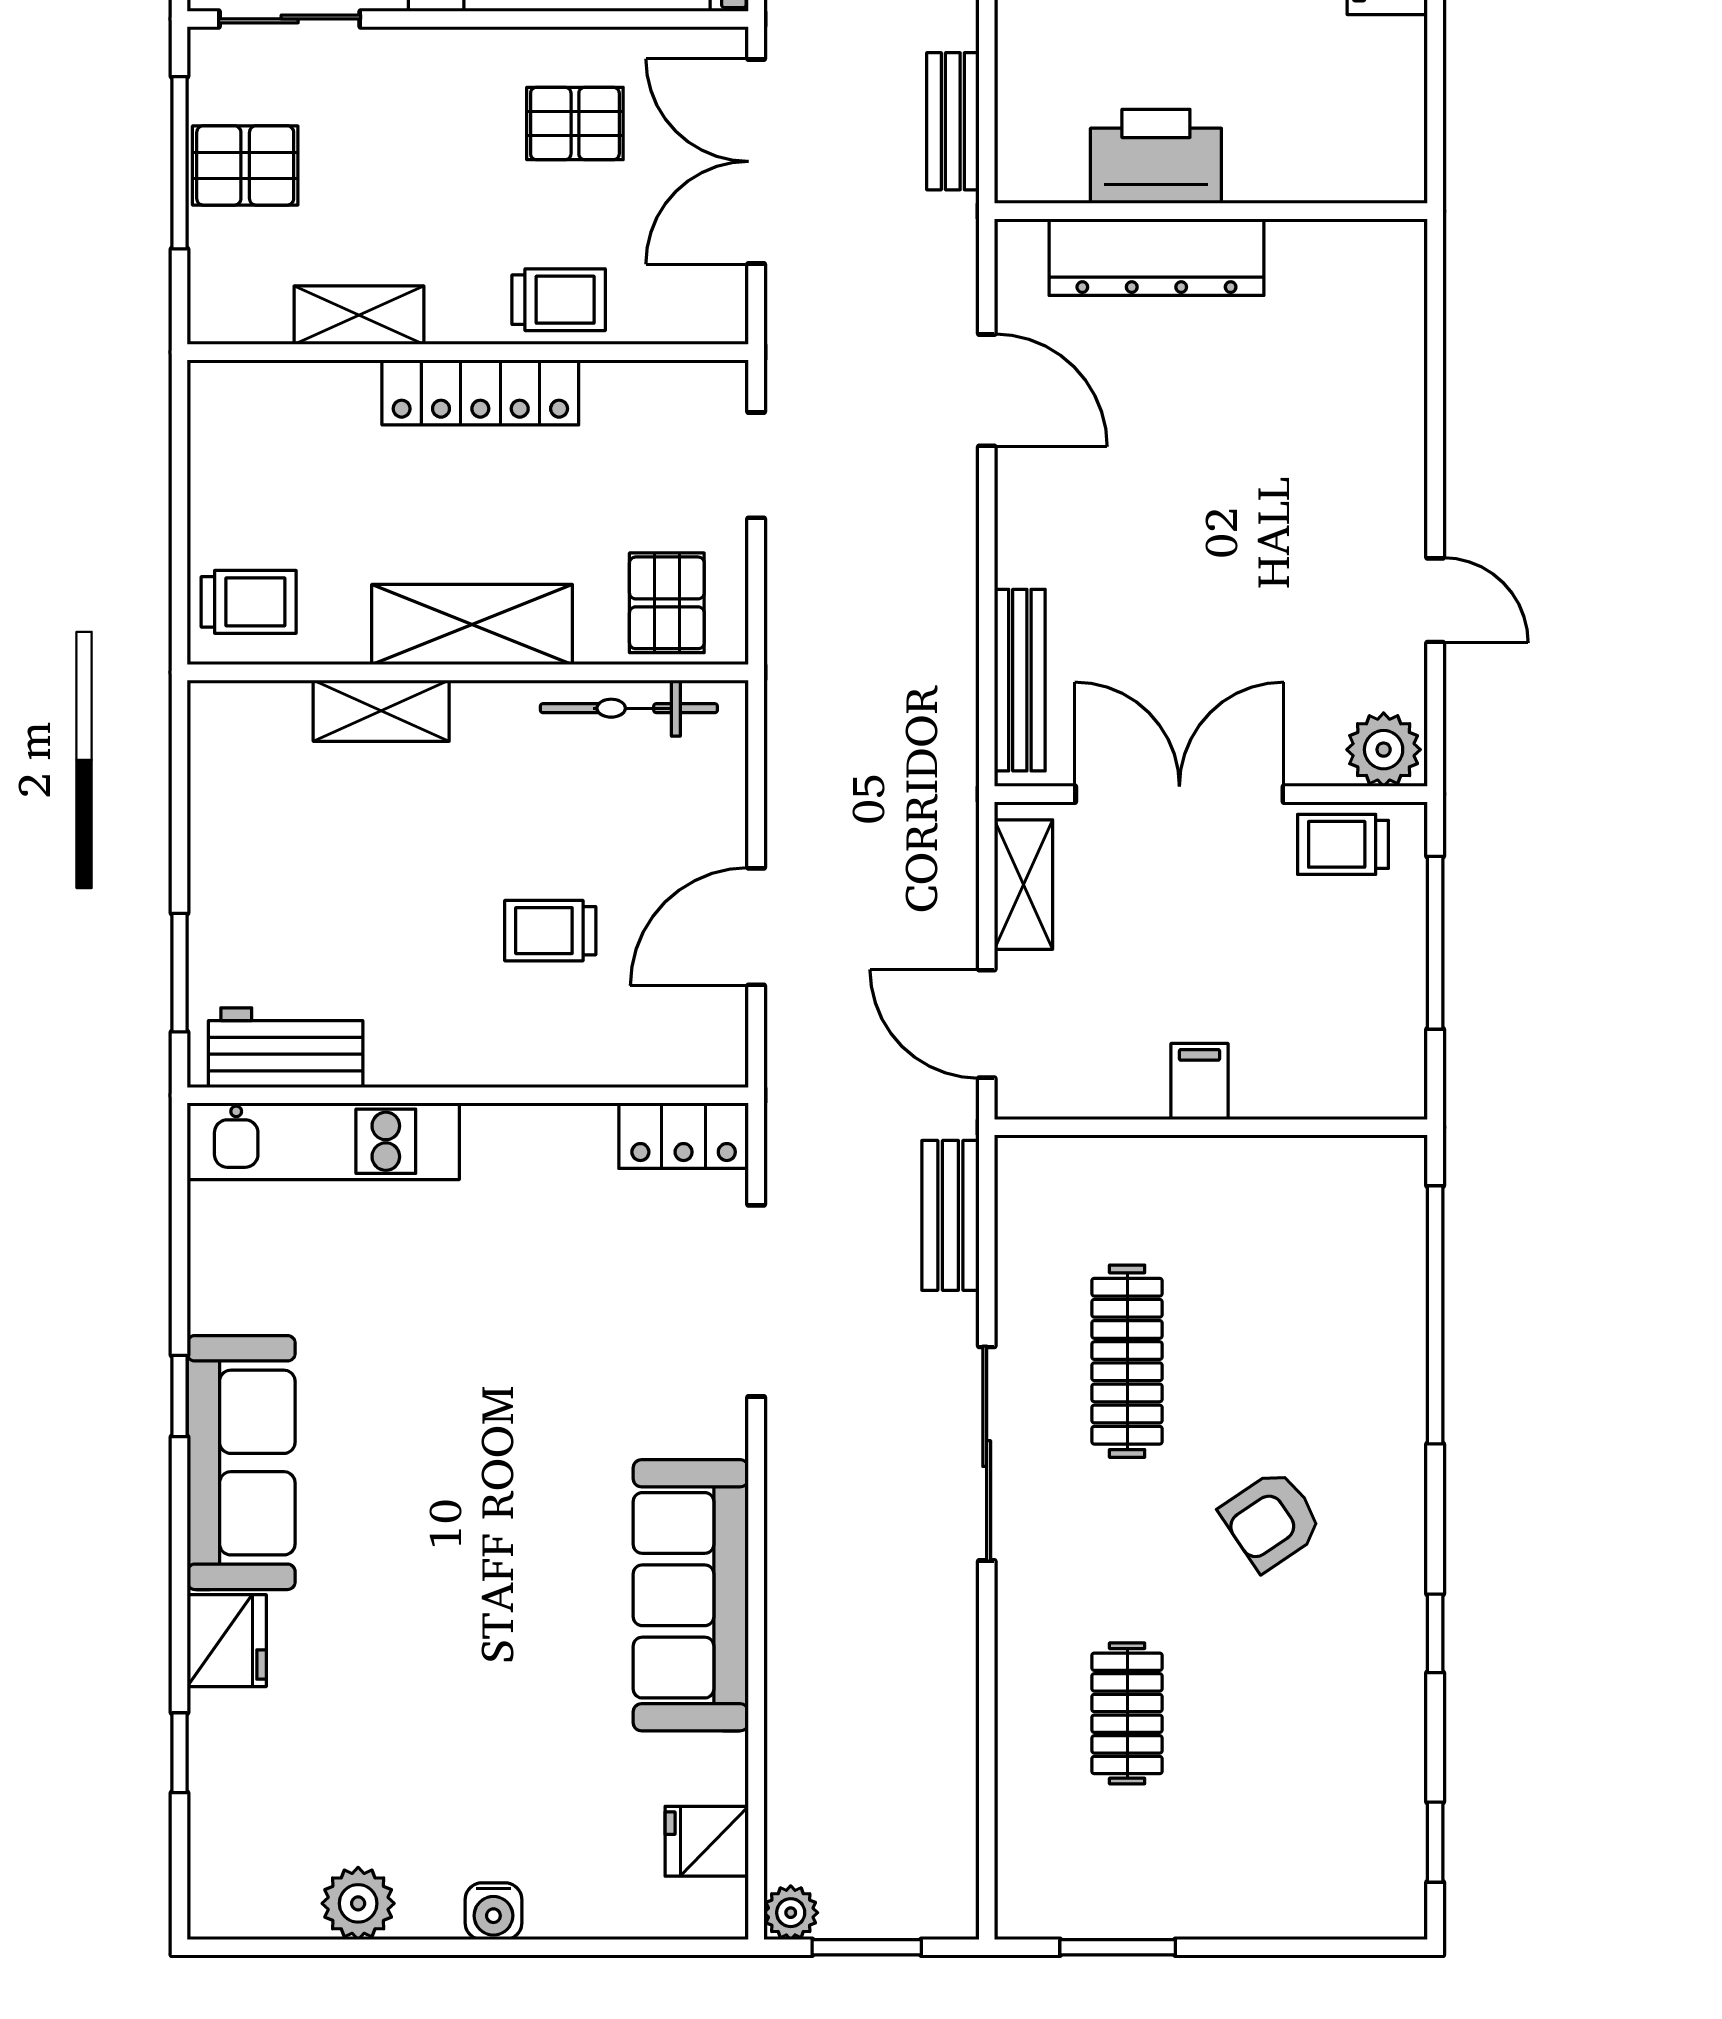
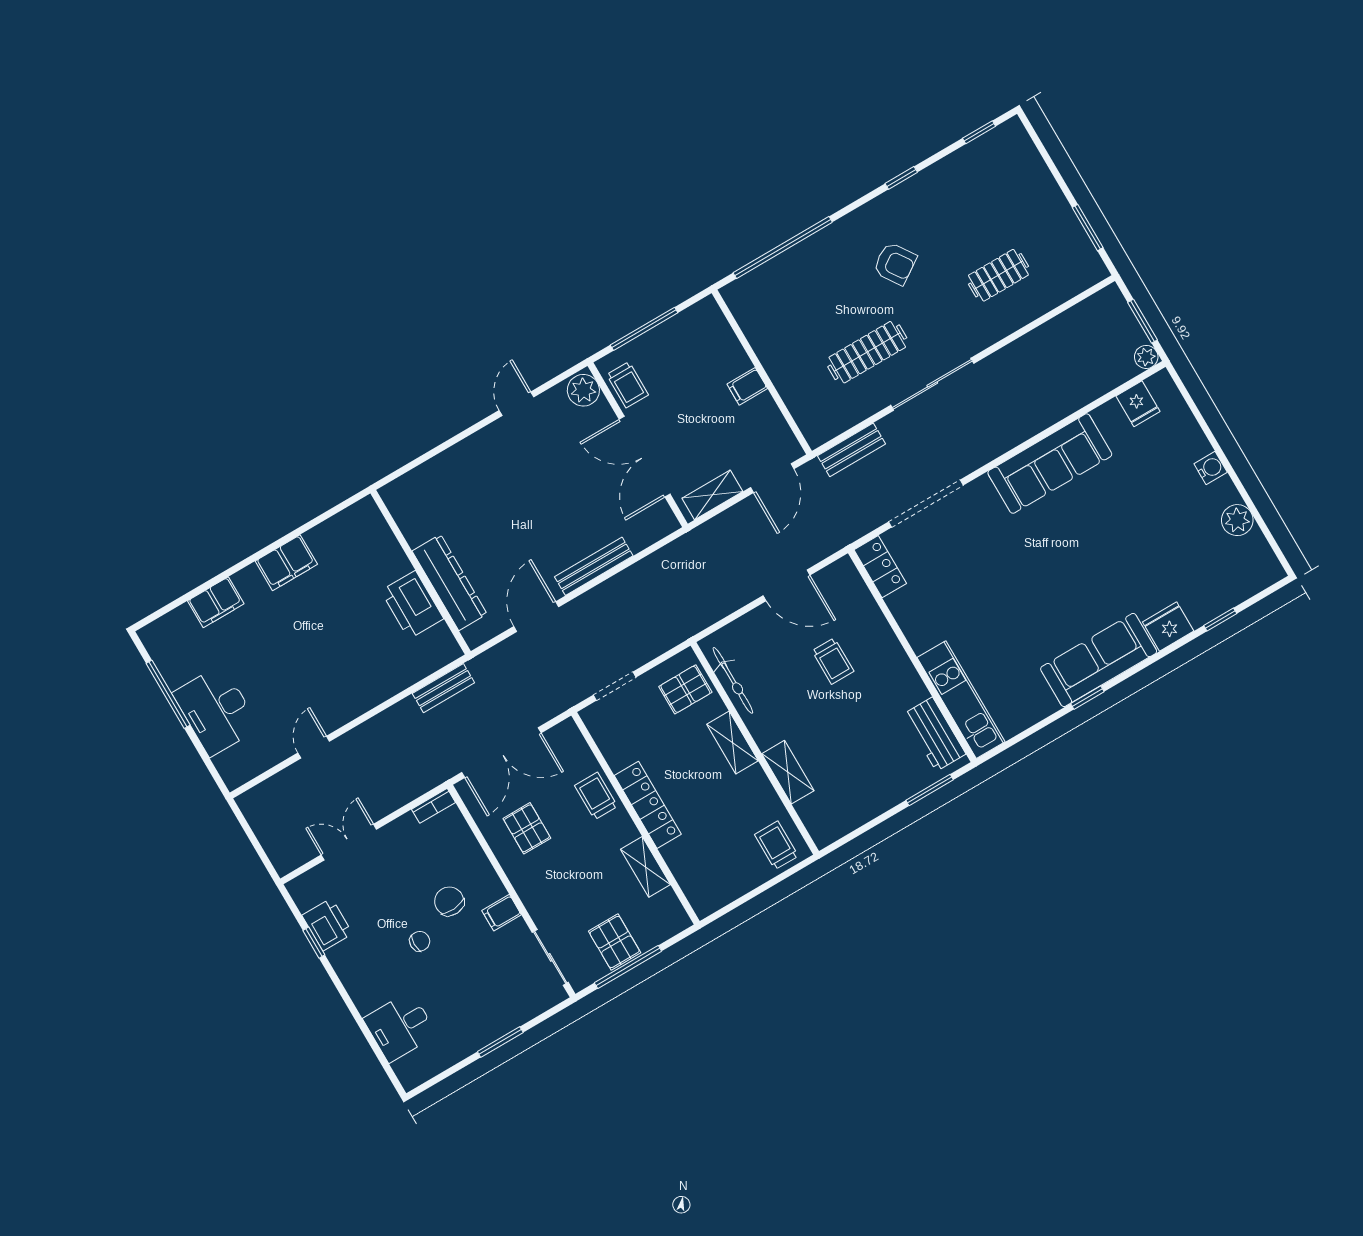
shelving: (472, 625) -> (732, 742), width x0.67, depth x0.75
bench: (1020, 680) -> (594, 566), moved

